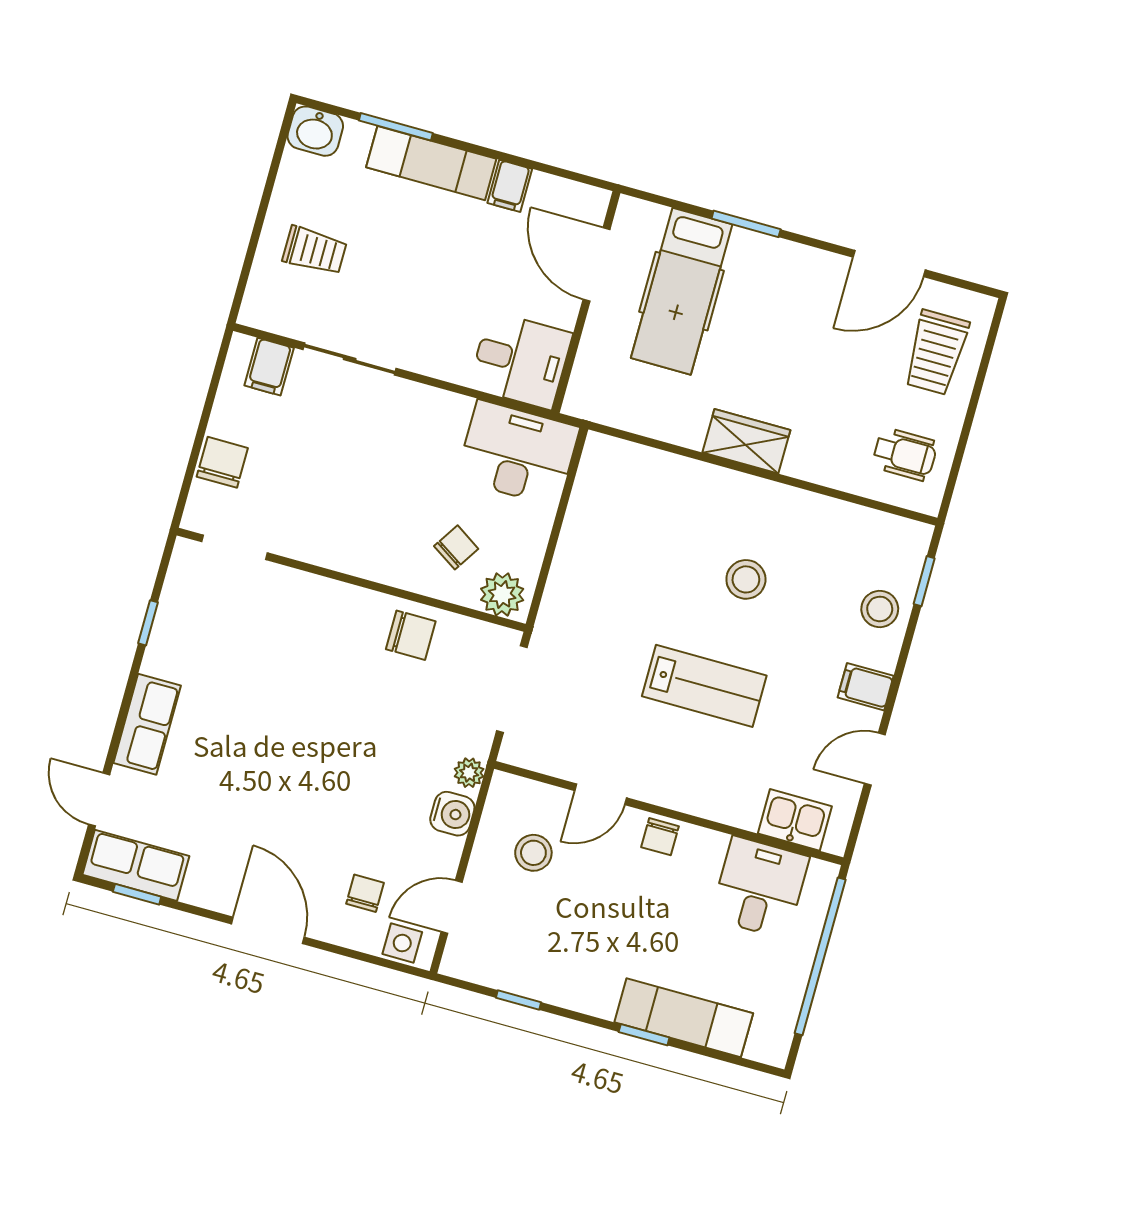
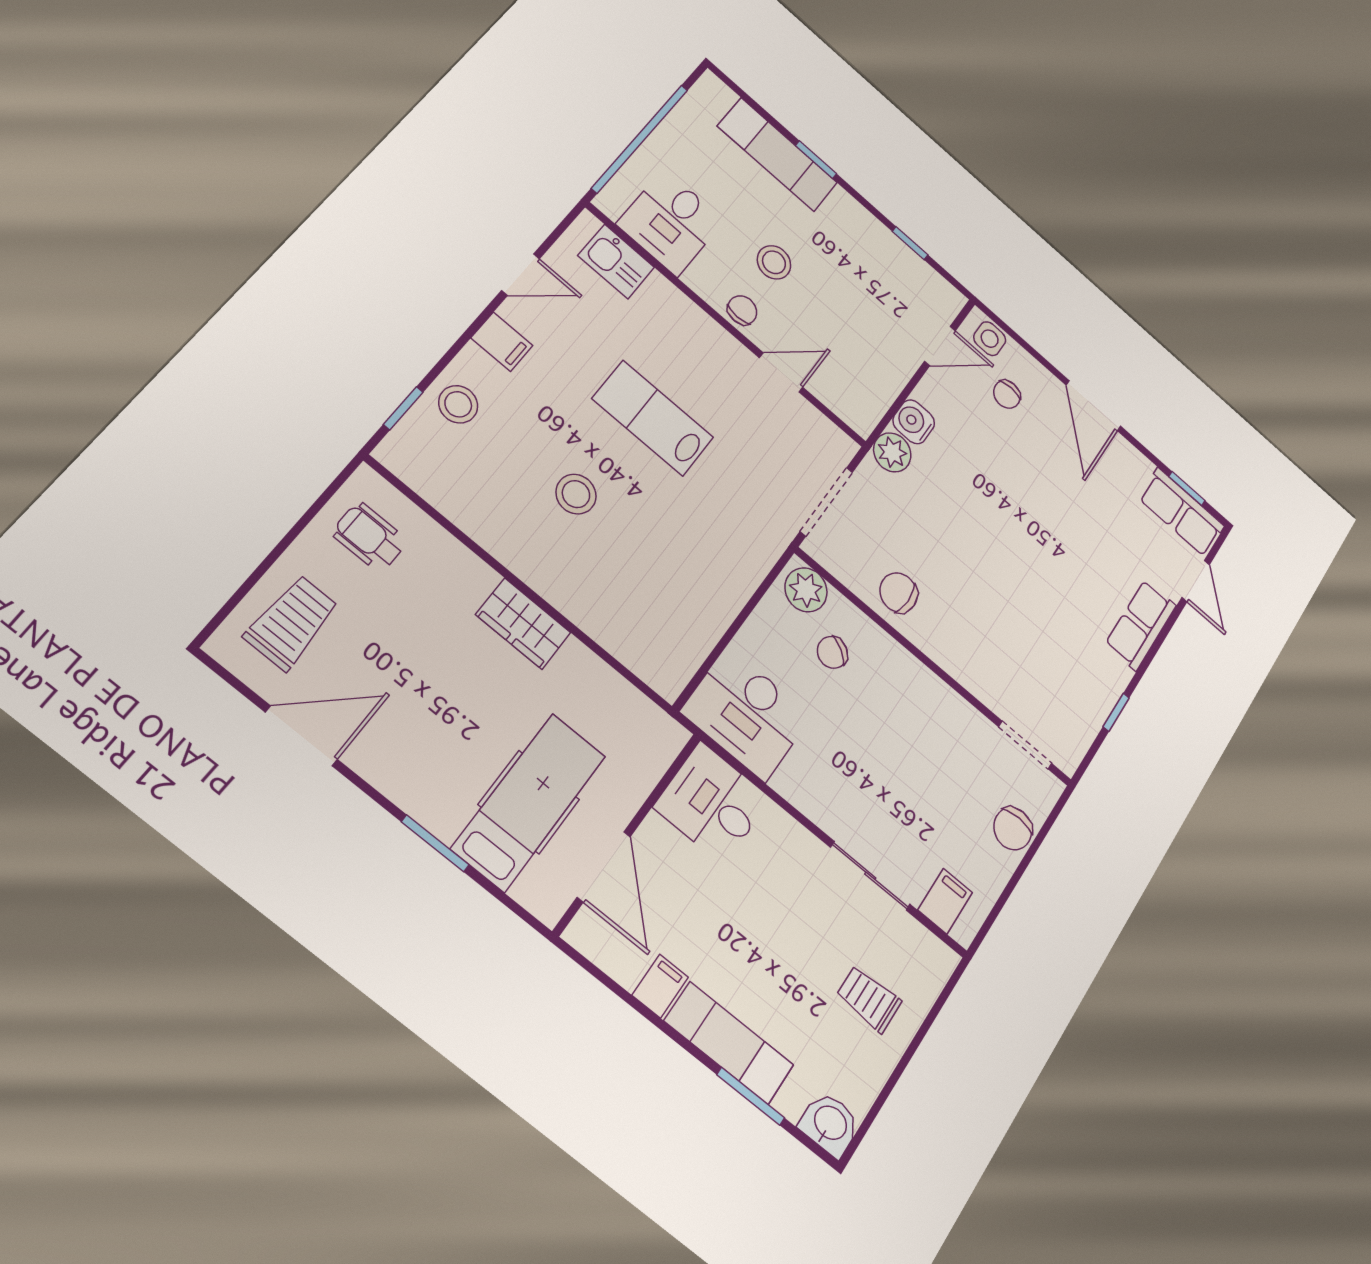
plant: (469, 773) -> (892, 452), width x1.38, depth x1.38
stool: (533, 853) -> (774, 262), moved

